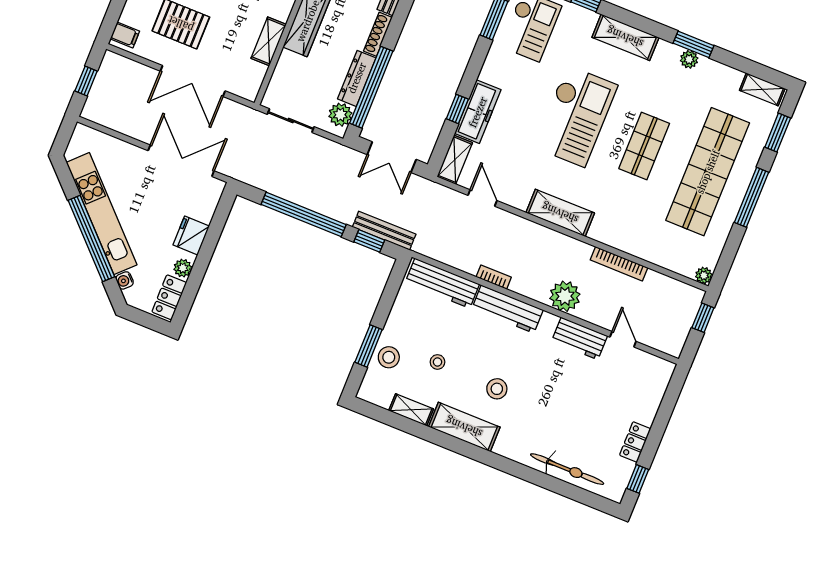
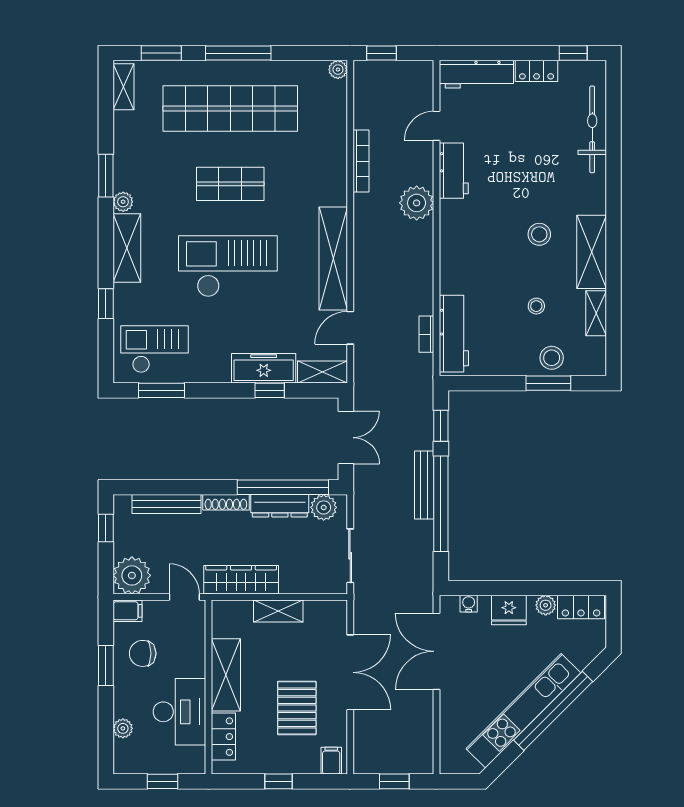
plant: (689, 59) -> (123, 202), moved
shelving: (560, 213) -> (333, 259), width x1.47
bench: (384, 231) -> (424, 485), moved
bookcase: (494, 277) -> (426, 334), moved
water cooler: (125, 280) -> (469, 604), moved, turned -135
workbench: (508, 309) -> (476, 74), moved, turned 90

